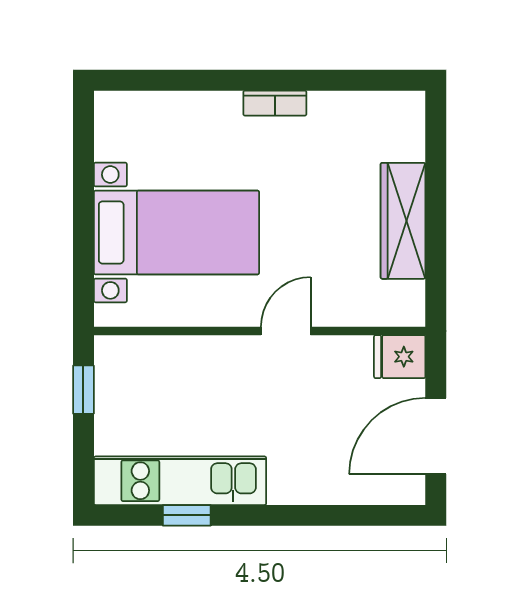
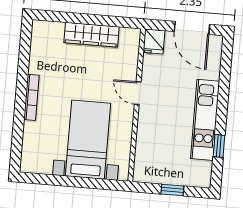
bookcase: (275, 103) -> (31, 97), width x1.56
window: (83, 390) -> (172, 190), moved
kitchen unit: (180, 481) -> (205, 120), moved

